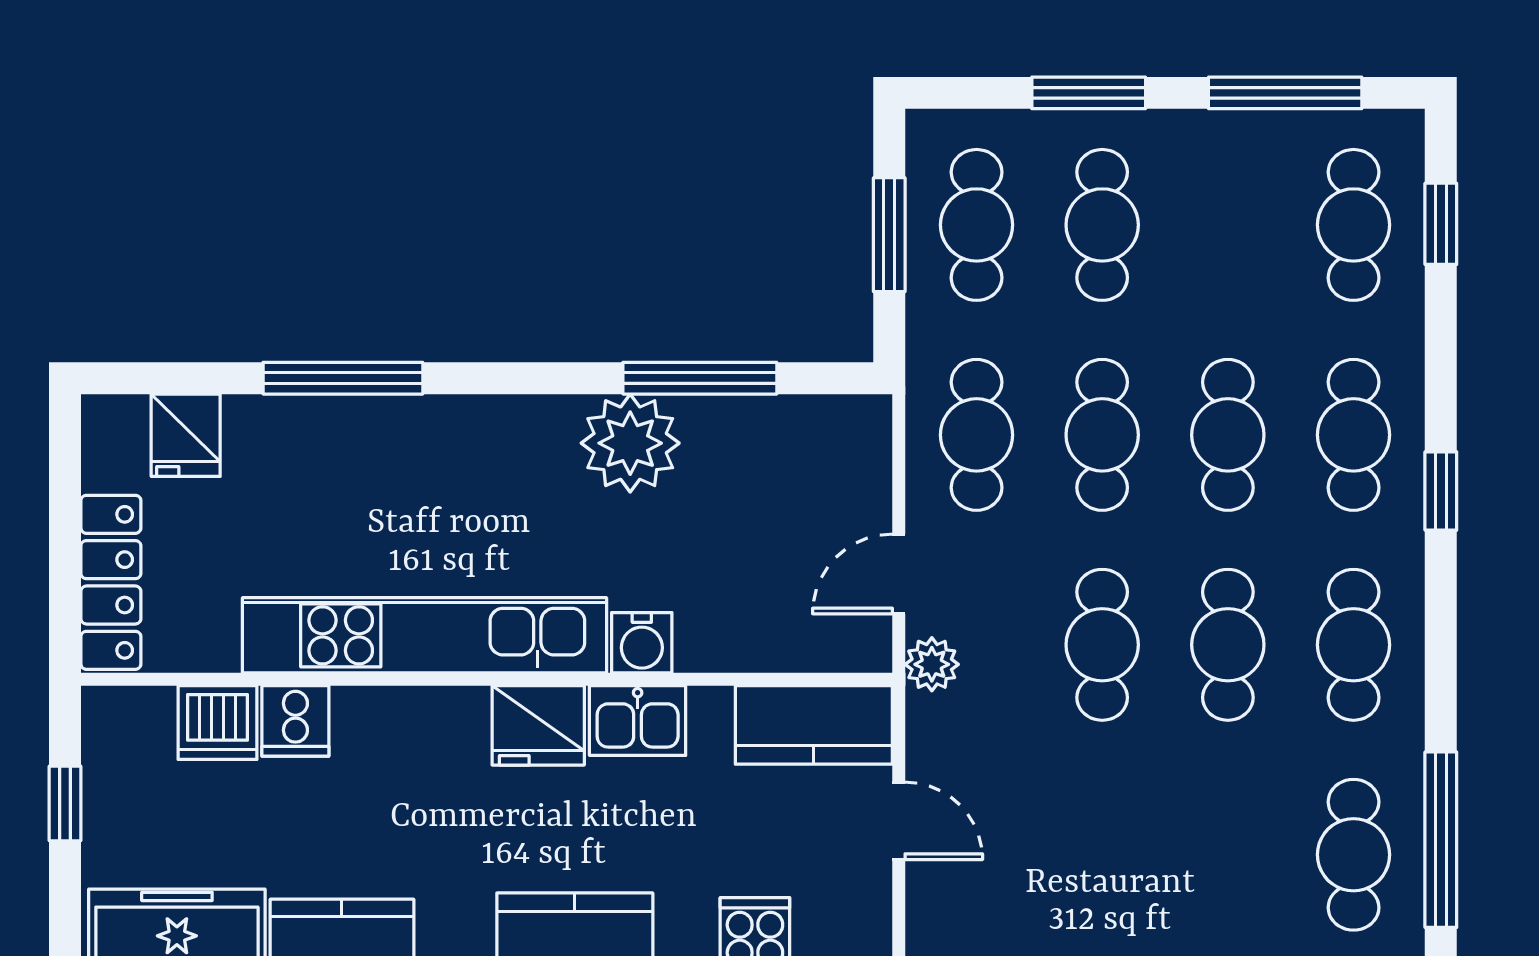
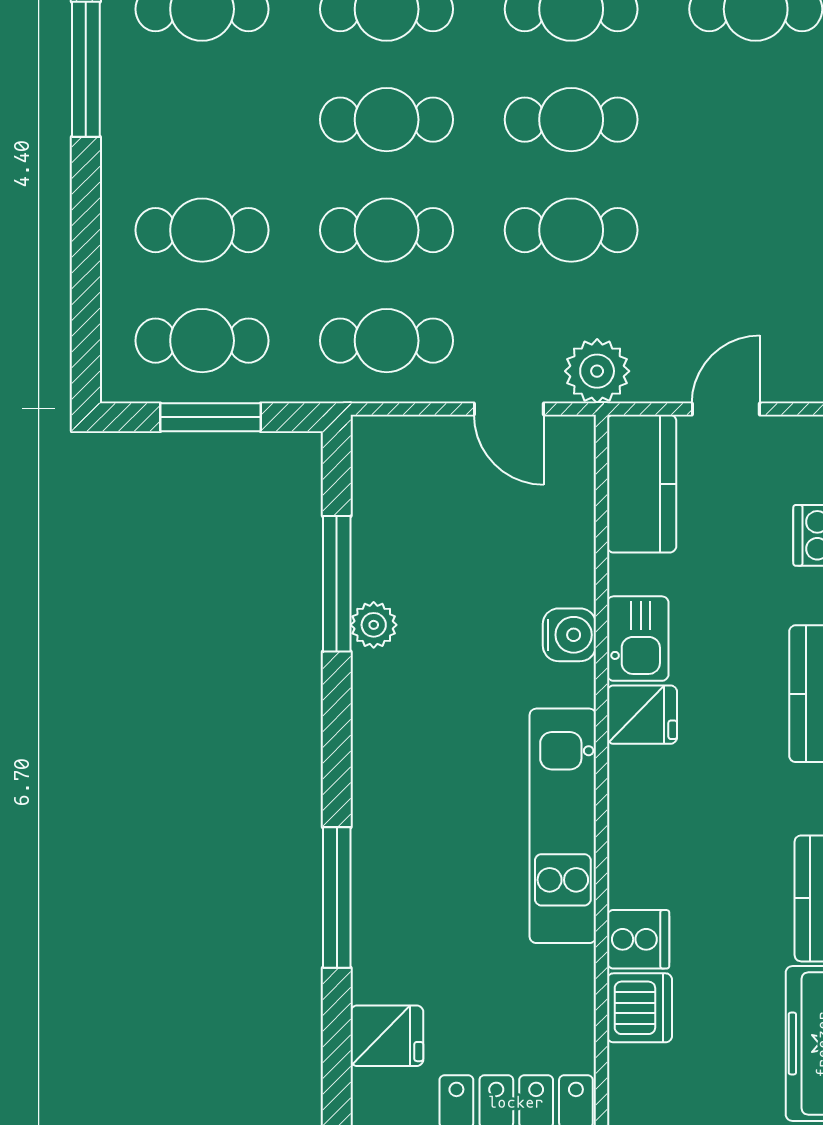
window: (1089, 93) -> (86, 242), removed
plant: (630, 443) -> (374, 625), width x0.53, depth x0.53
kitchen unit: (424, 635) -> (563, 826), width x0.73
plant: (932, 664) -> (597, 371), width x1.38, depth x1.38
fridge: (538, 725) -> (642, 715), width x0.72

